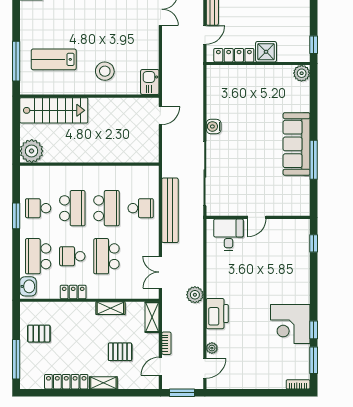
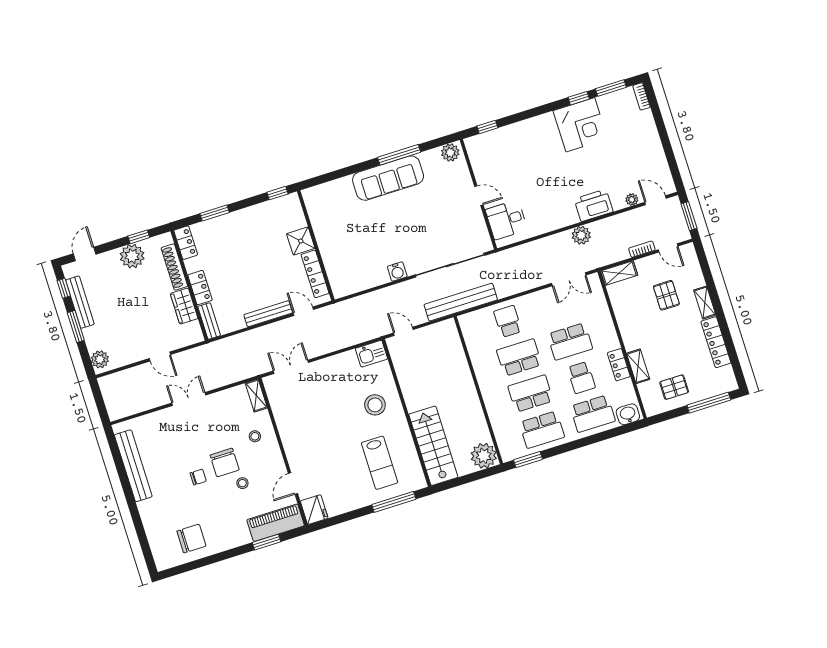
plant: (302, 73) -> (450, 153), moved
school desk: (38, 208) -> (542, 430), width x1.85
bench: (170, 210) -> (461, 302), moved
window: (16, 216) -> (528, 460), moved
shelving: (110, 308) -> (638, 366), moved
pallet: (39, 334) -> (674, 387), turned 90

